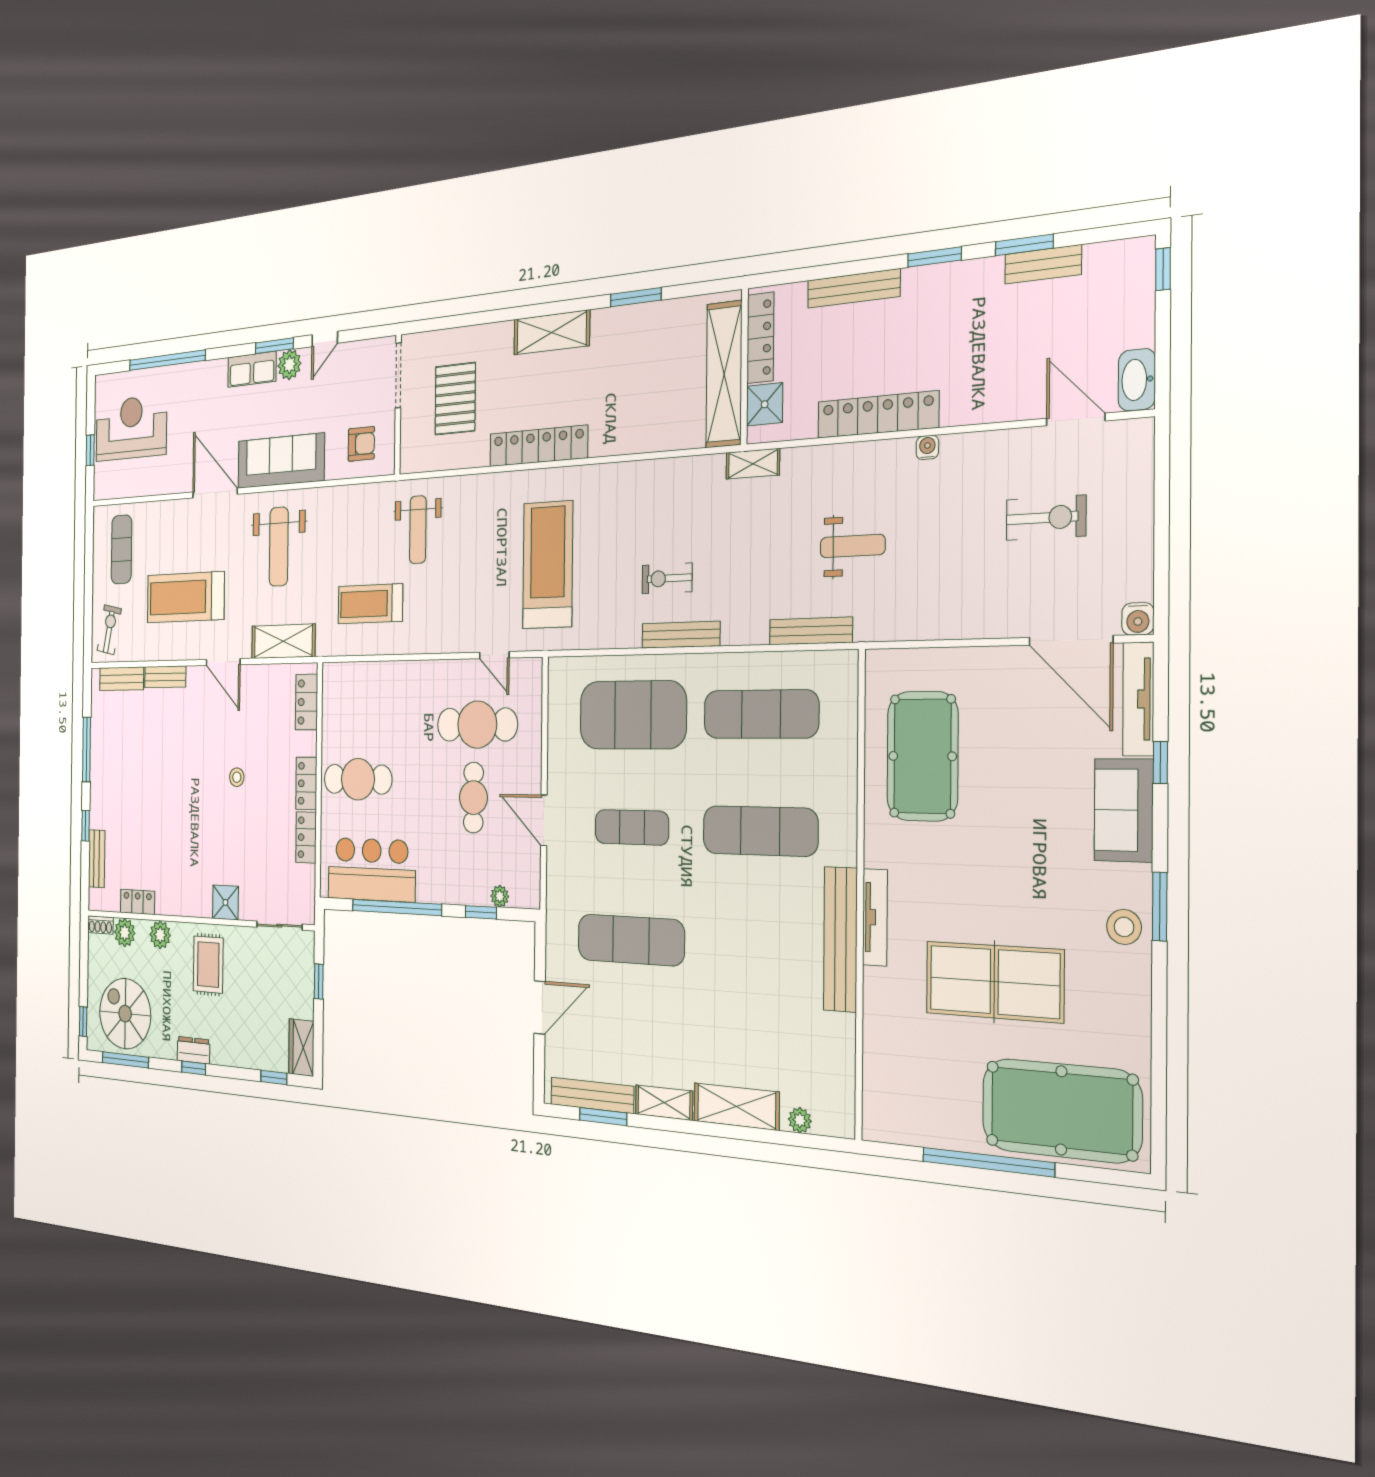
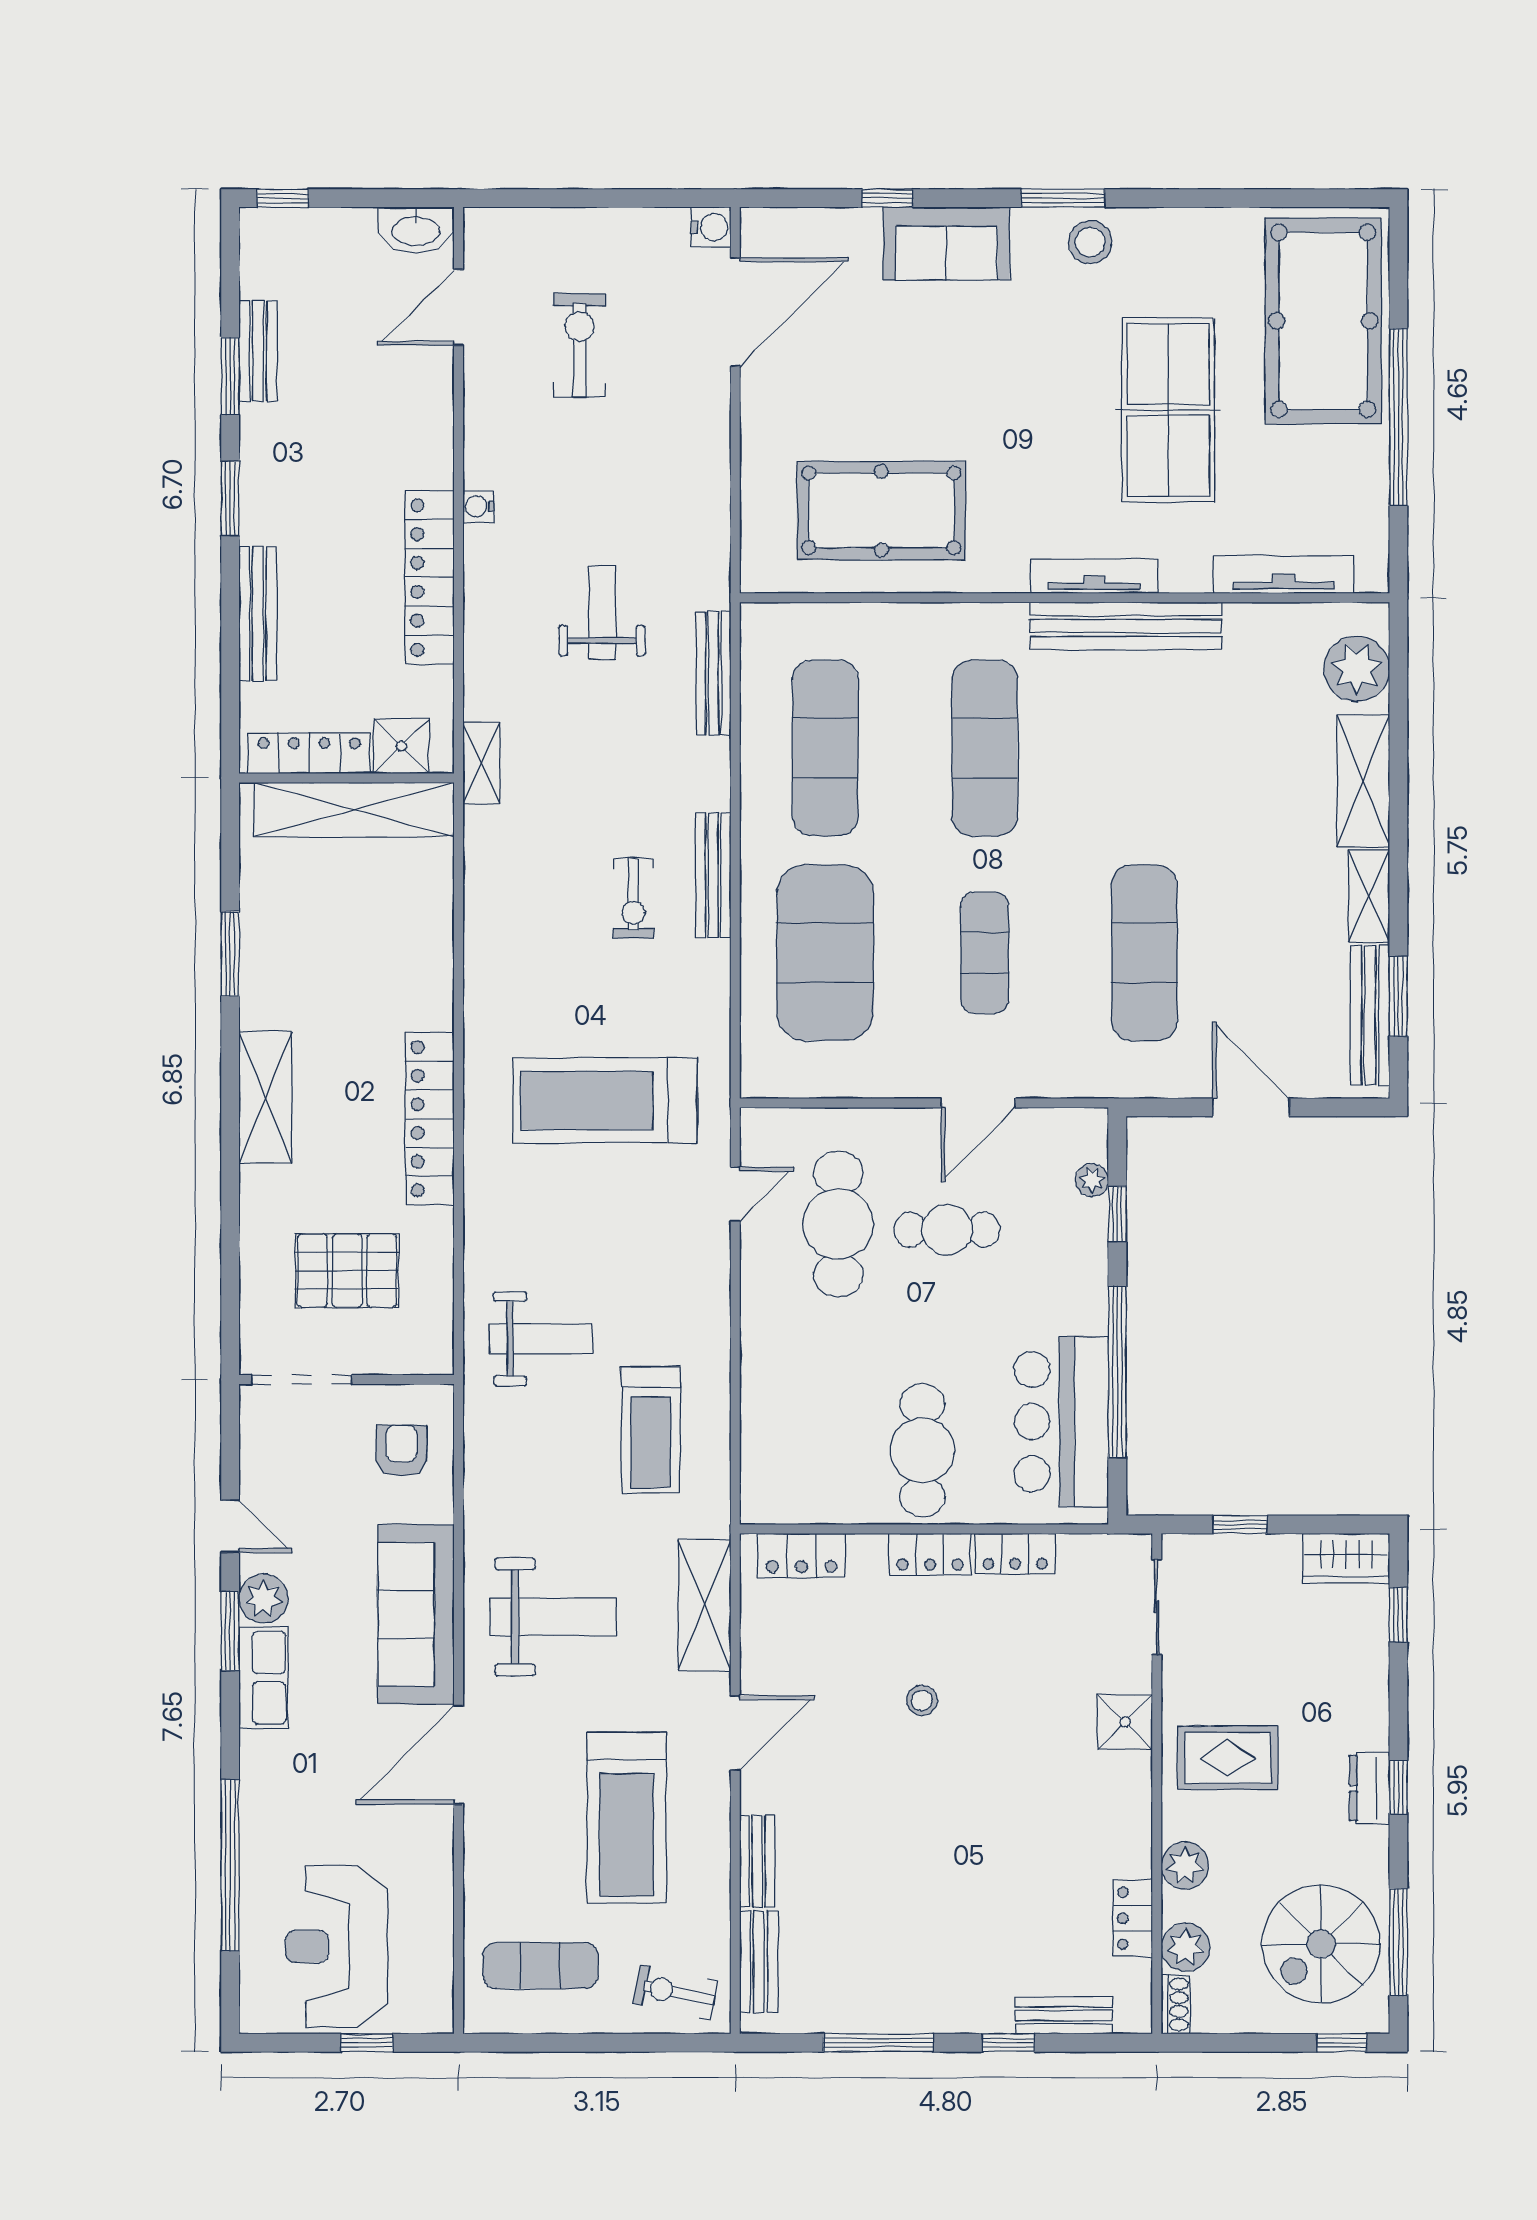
tv unit: (1138, 699) -> (1284, 574), moved, turned 180
plant: (800, 1120) -> (1357, 669), width x1.88, depth x1.88

